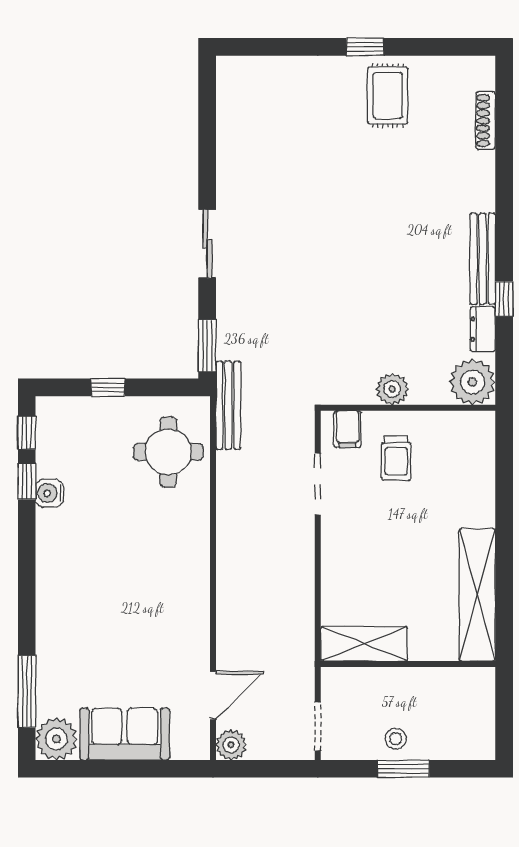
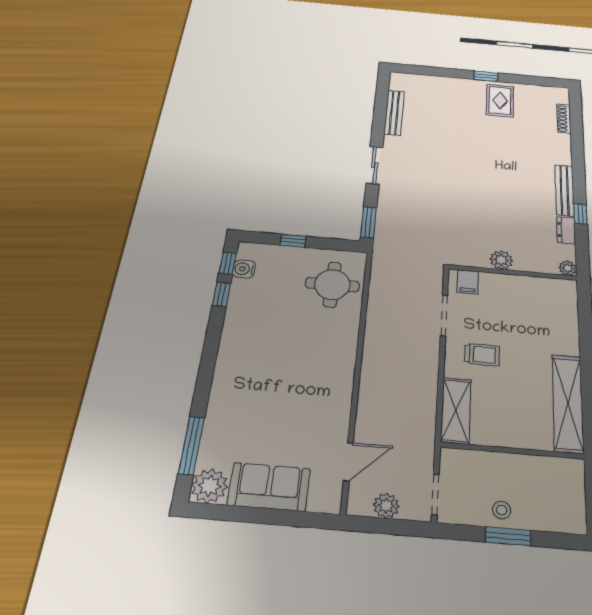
plant: (472, 382) -> (568, 268), width x0.53, depth x0.53
bench: (228, 405) -> (394, 113), moved
trolley: (396, 458) -> (482, 355), moved, turned -90
water cooler: (49, 493) -> (244, 269), moved
shelving: (364, 644) -> (456, 410), moved, turned 90
plant: (231, 745) -> (386, 506), moved

